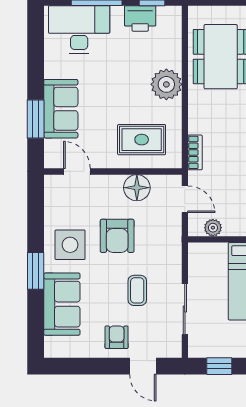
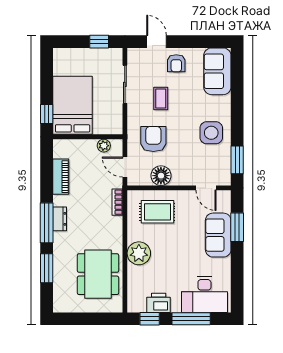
armchair: (117, 236) -> (153, 139), moved
window: (36, 271) -> (237, 160), moved
sofa: (62, 304) -> (217, 71), moved

